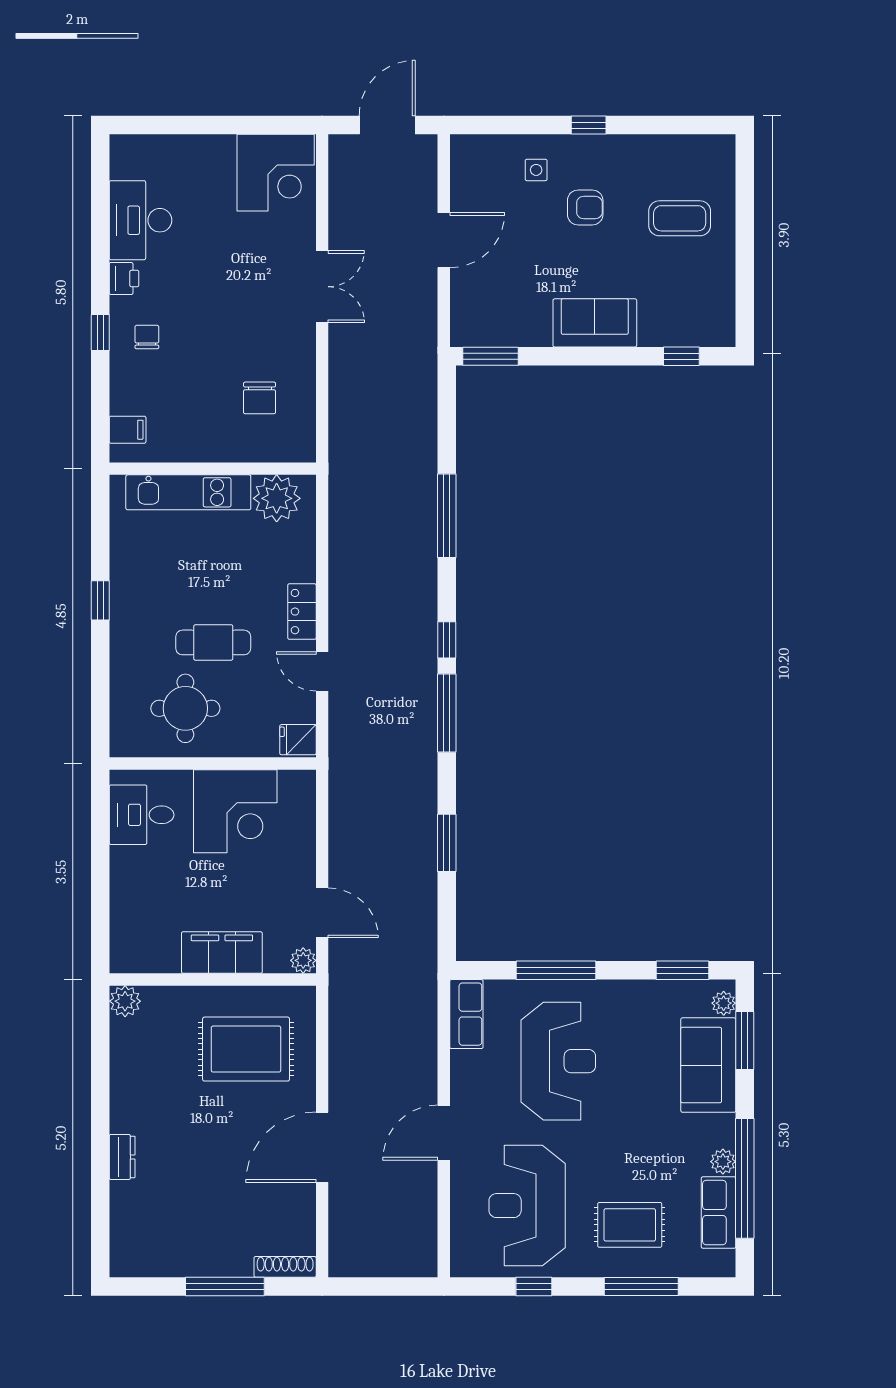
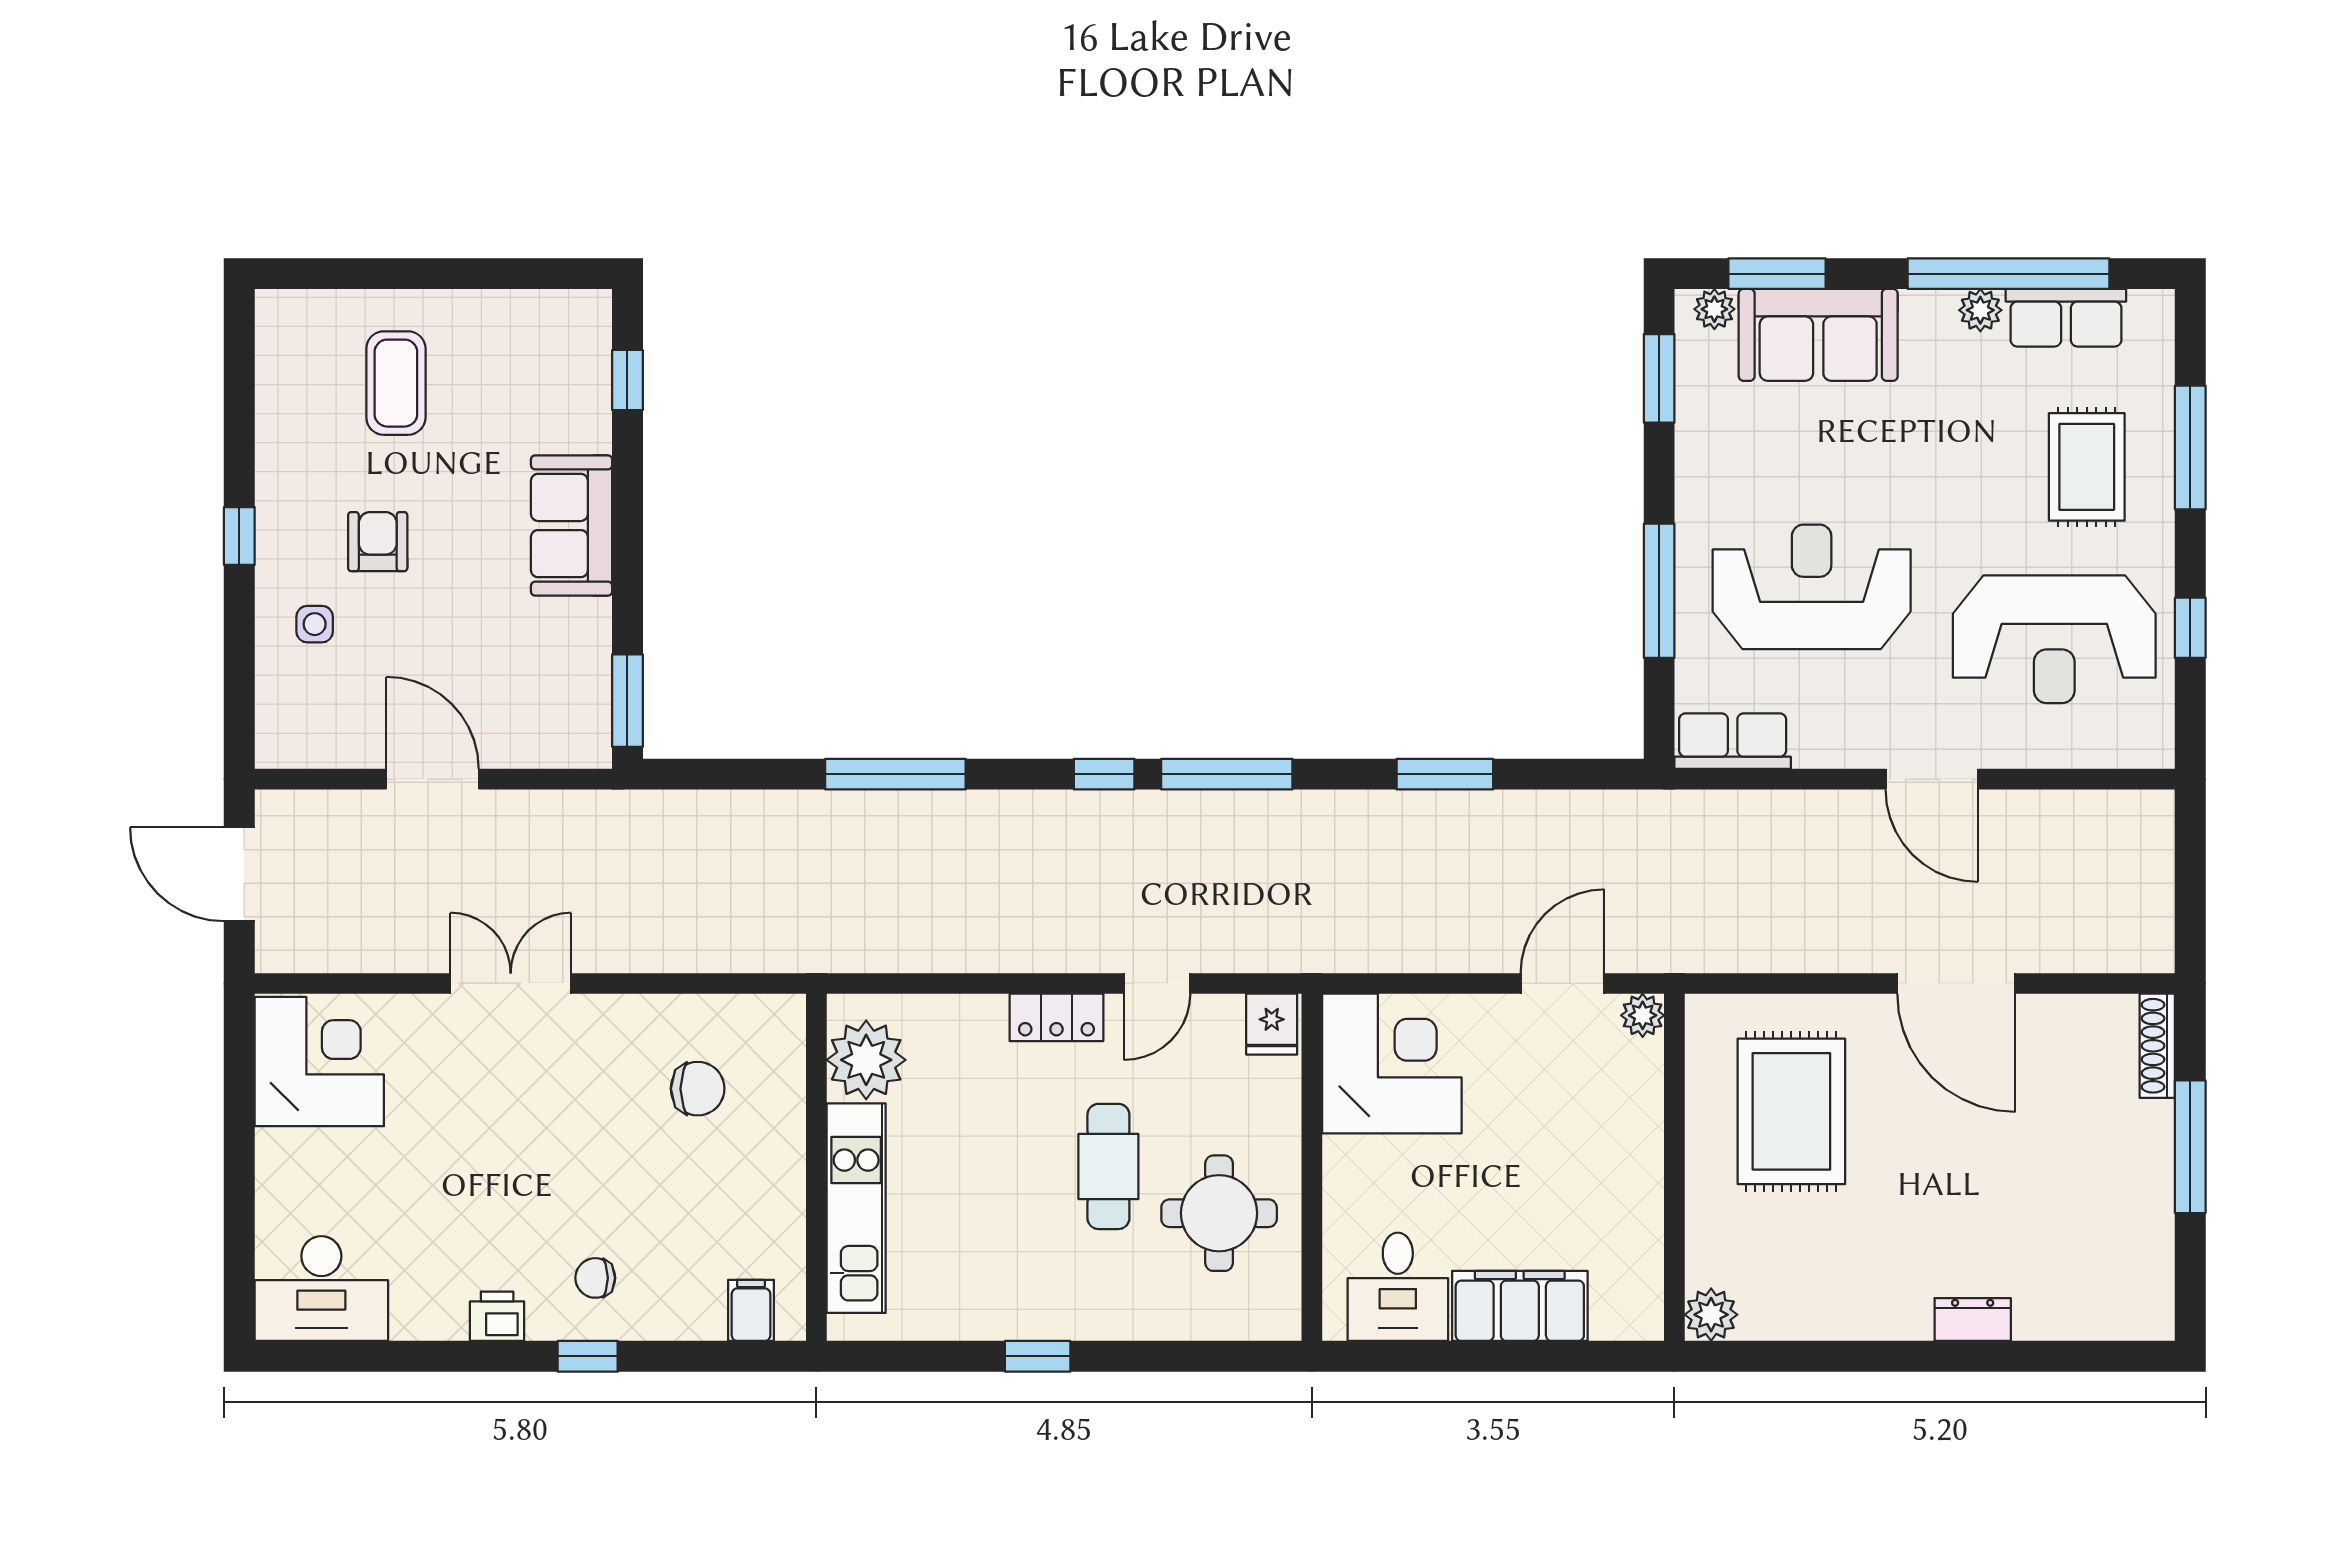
desk: (141, 220) -> (321, 1289), moved
corner desk: (235, 811) -> (1392, 1064), moved
filing cabinet: (222, 952) -> (1520, 1306), moved, turned 90

